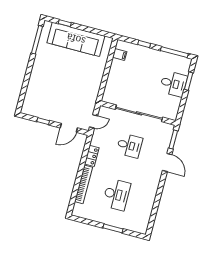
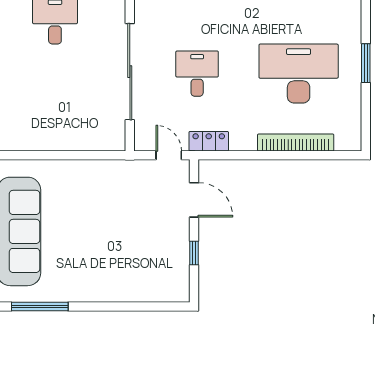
filing cabinet: (120, 55) -> (26, 139), removed
locker: (92, 156) -> (209, 141), moved
desk: (116, 195) -> (299, 74), width x1.36, depth x1.30

